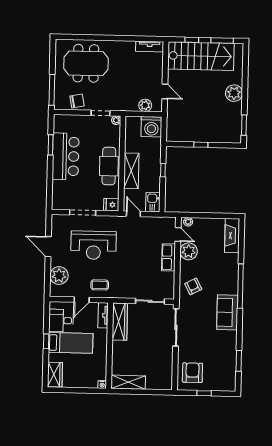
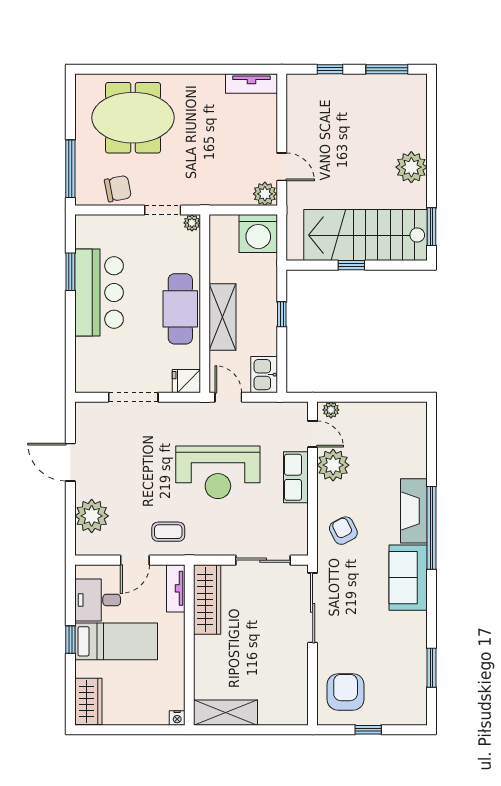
stairs: (201, 56) -> (365, 235), moved, turned 180
plant: (145, 105) -> (265, 194), moved
fireplace: (232, 236) -> (414, 511), moved
reception desk: (94, 245) -> (218, 472), moved

